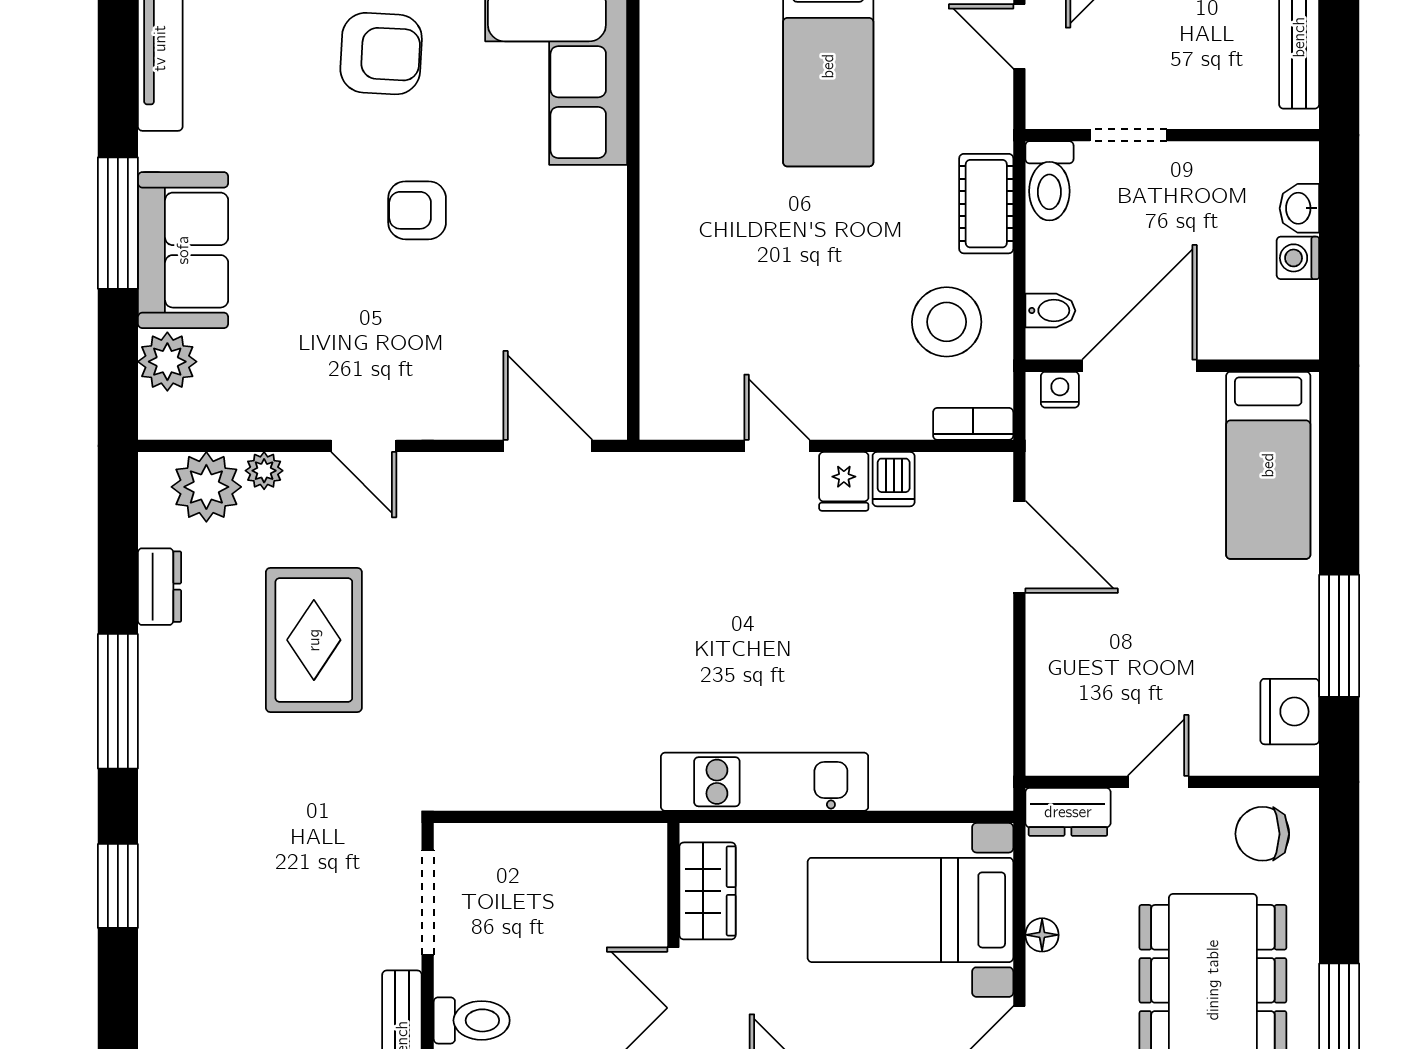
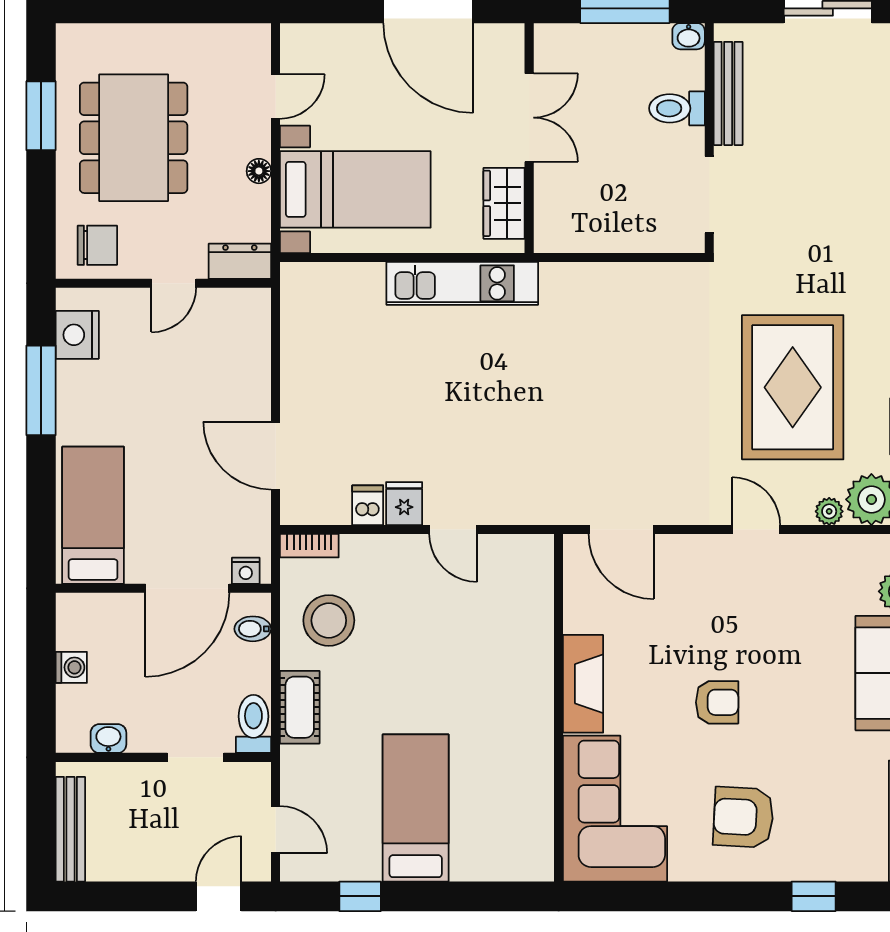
washbasin: (1299, 208) -> (108, 739), moved, turned -90
fireplace: (600, 236) -> (583, 684), added
rug: (314, 640) -> (793, 387), width x1.37, depth x1.44

